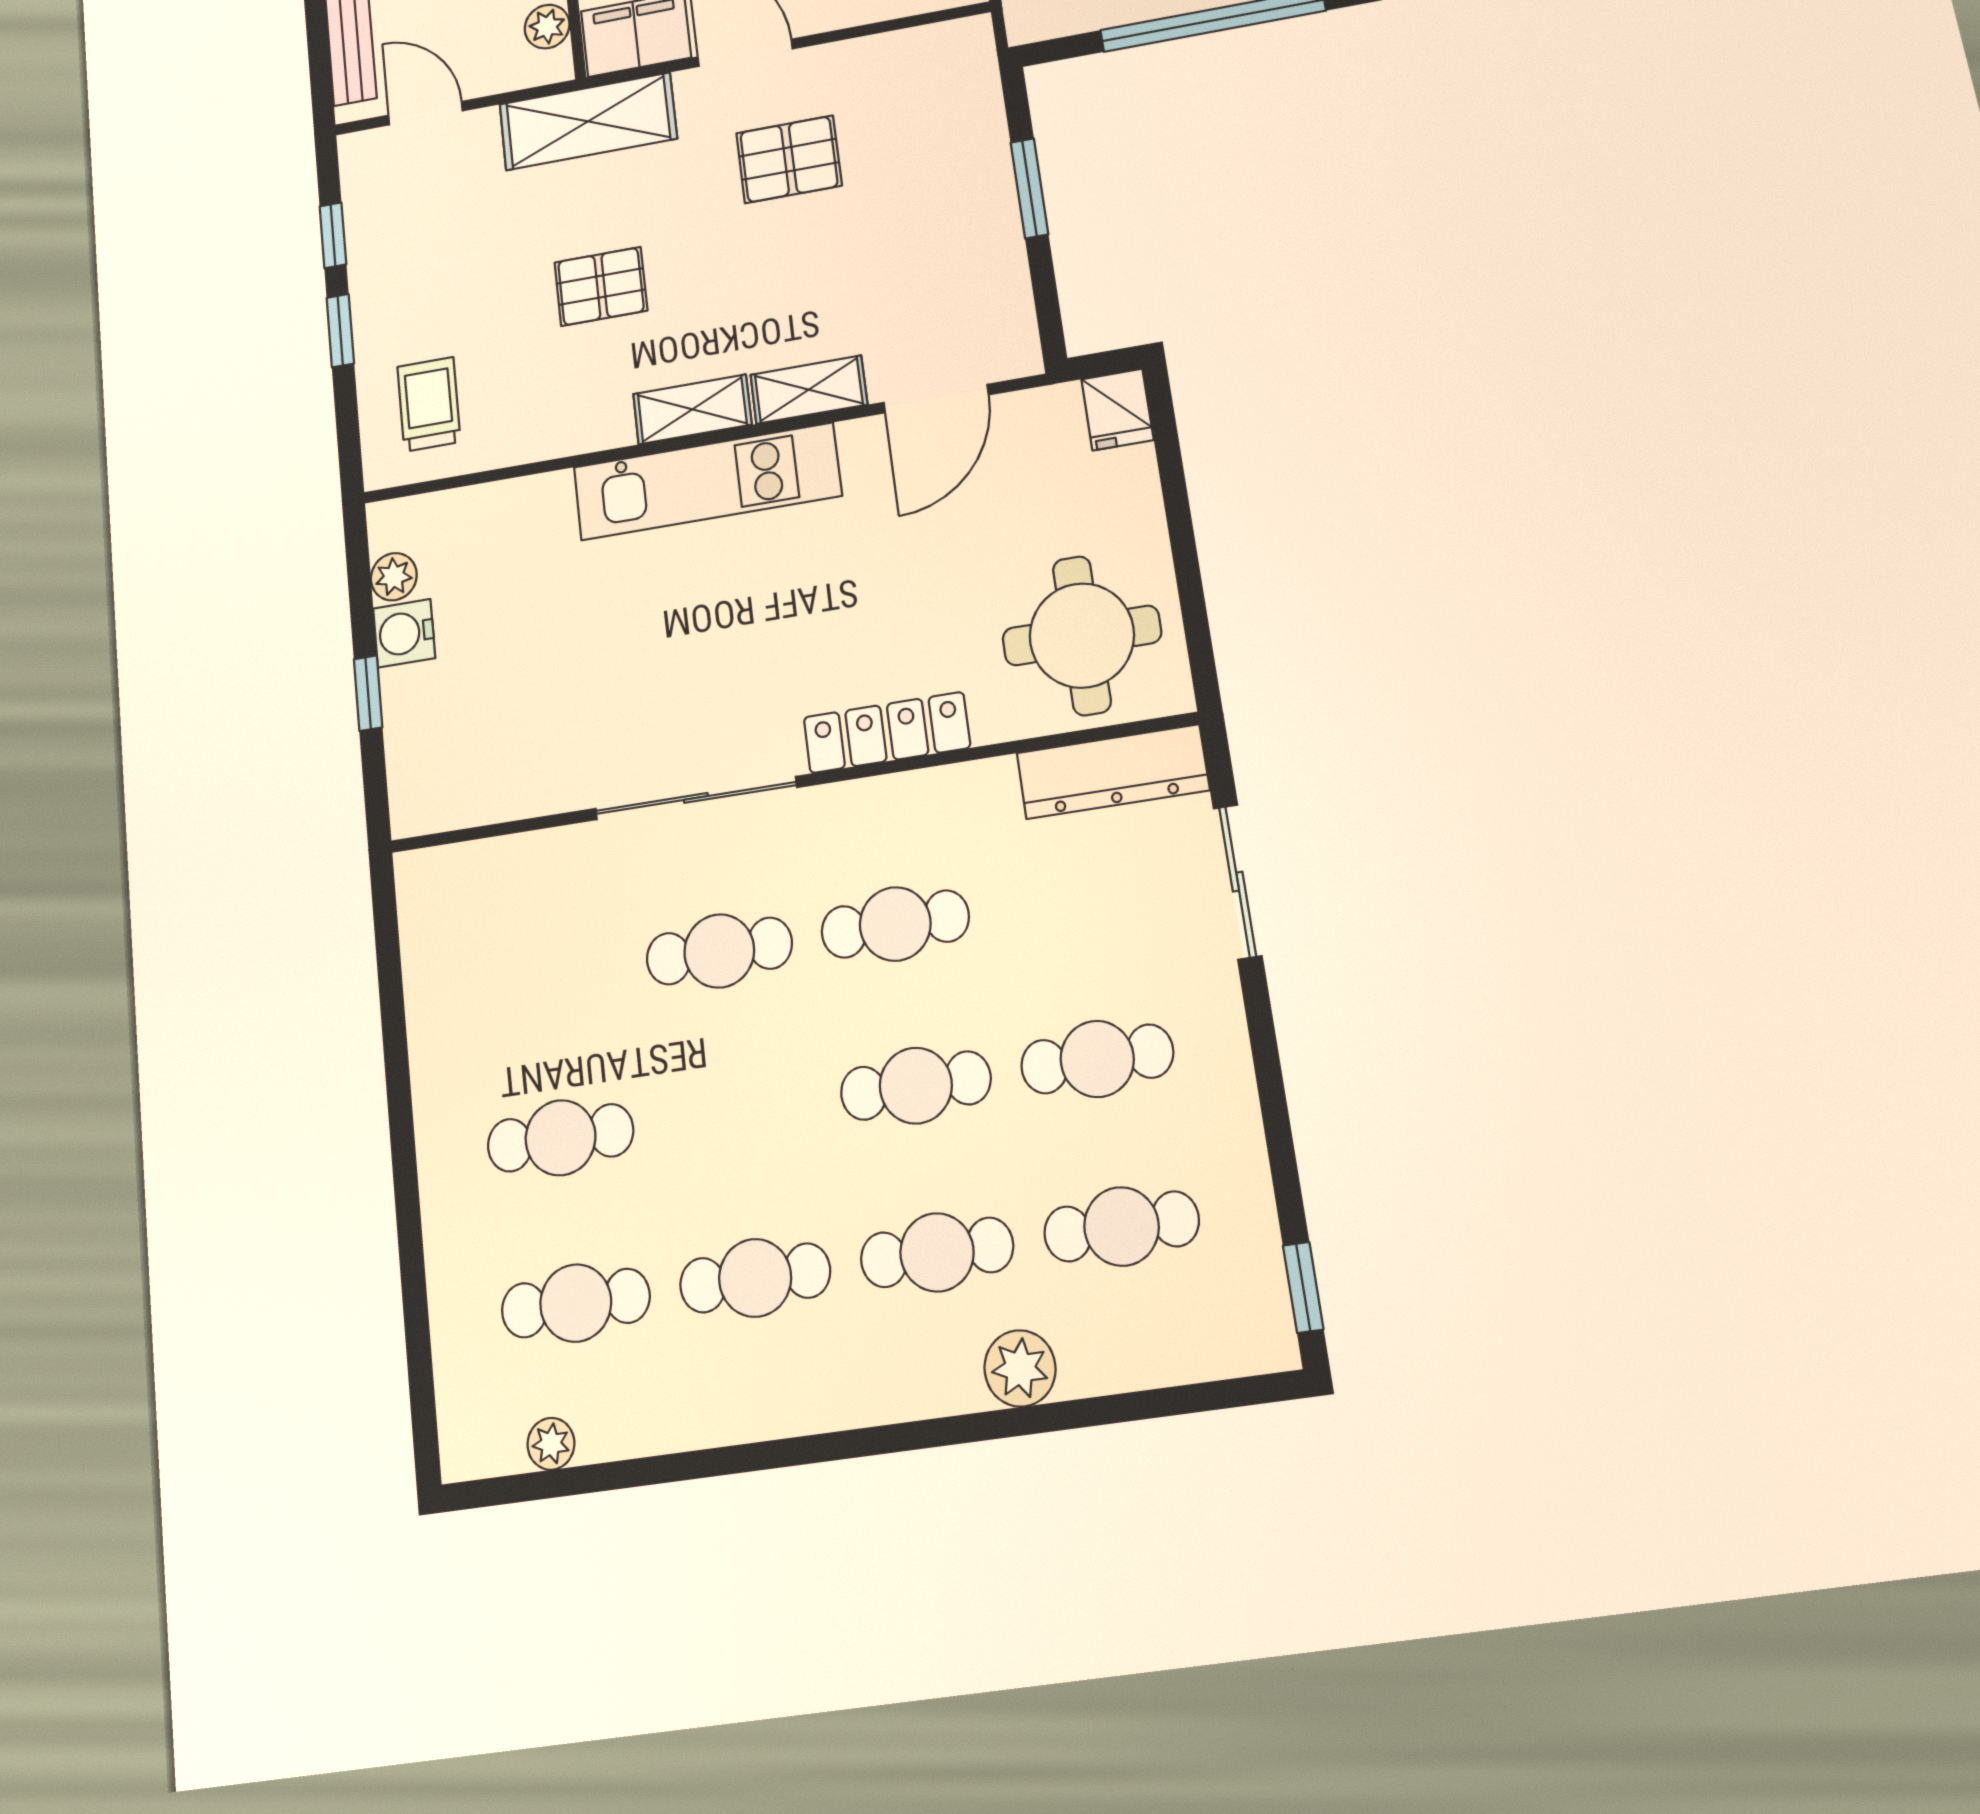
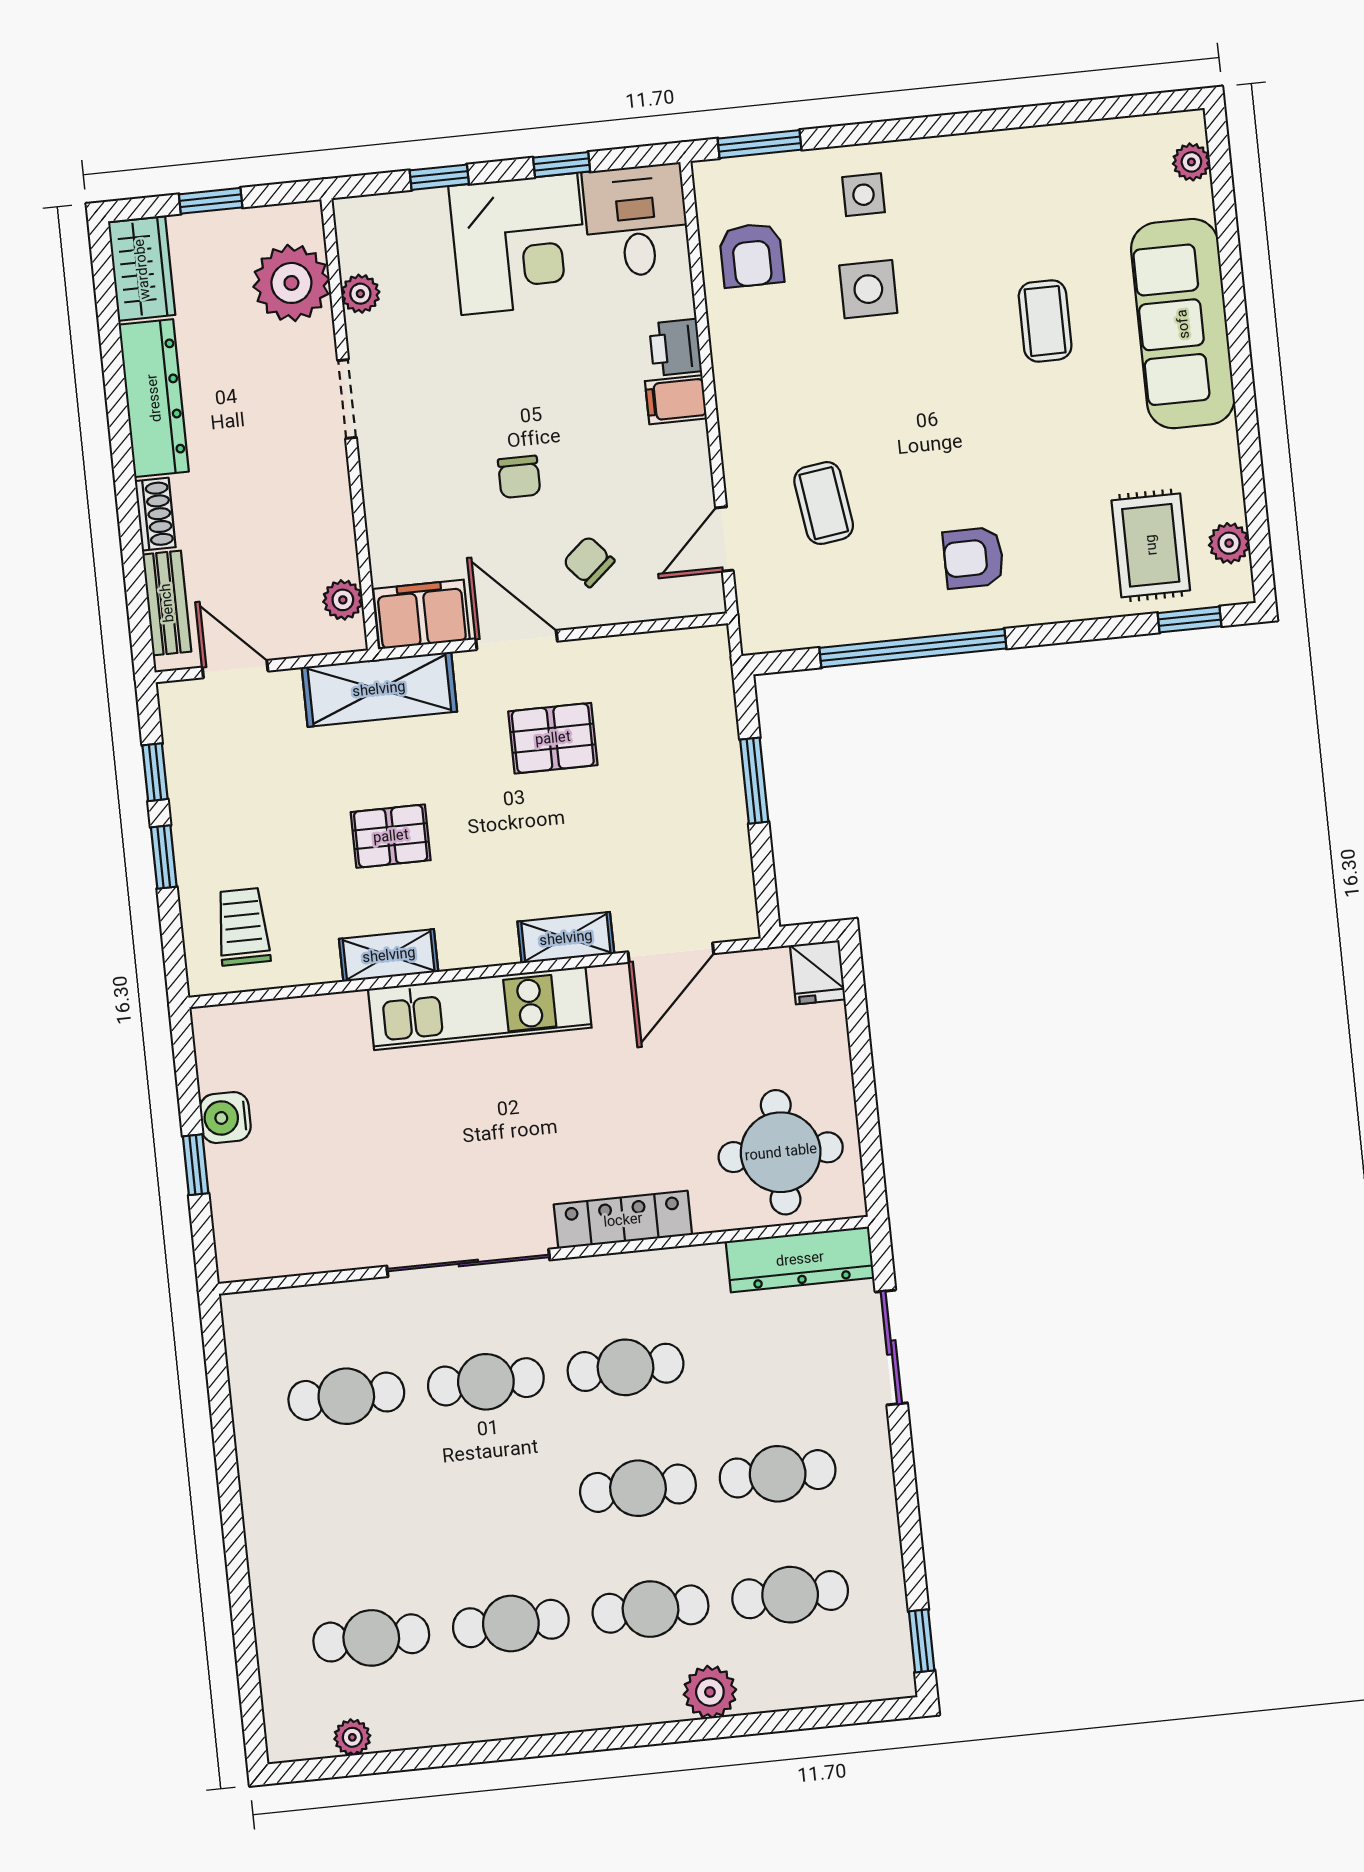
shelving: (692, 409) -> (389, 955), moved
plant: (394, 577) -> (215, 1070), removed
cafe table: (560, 1138) -> (346, 1396), moved

